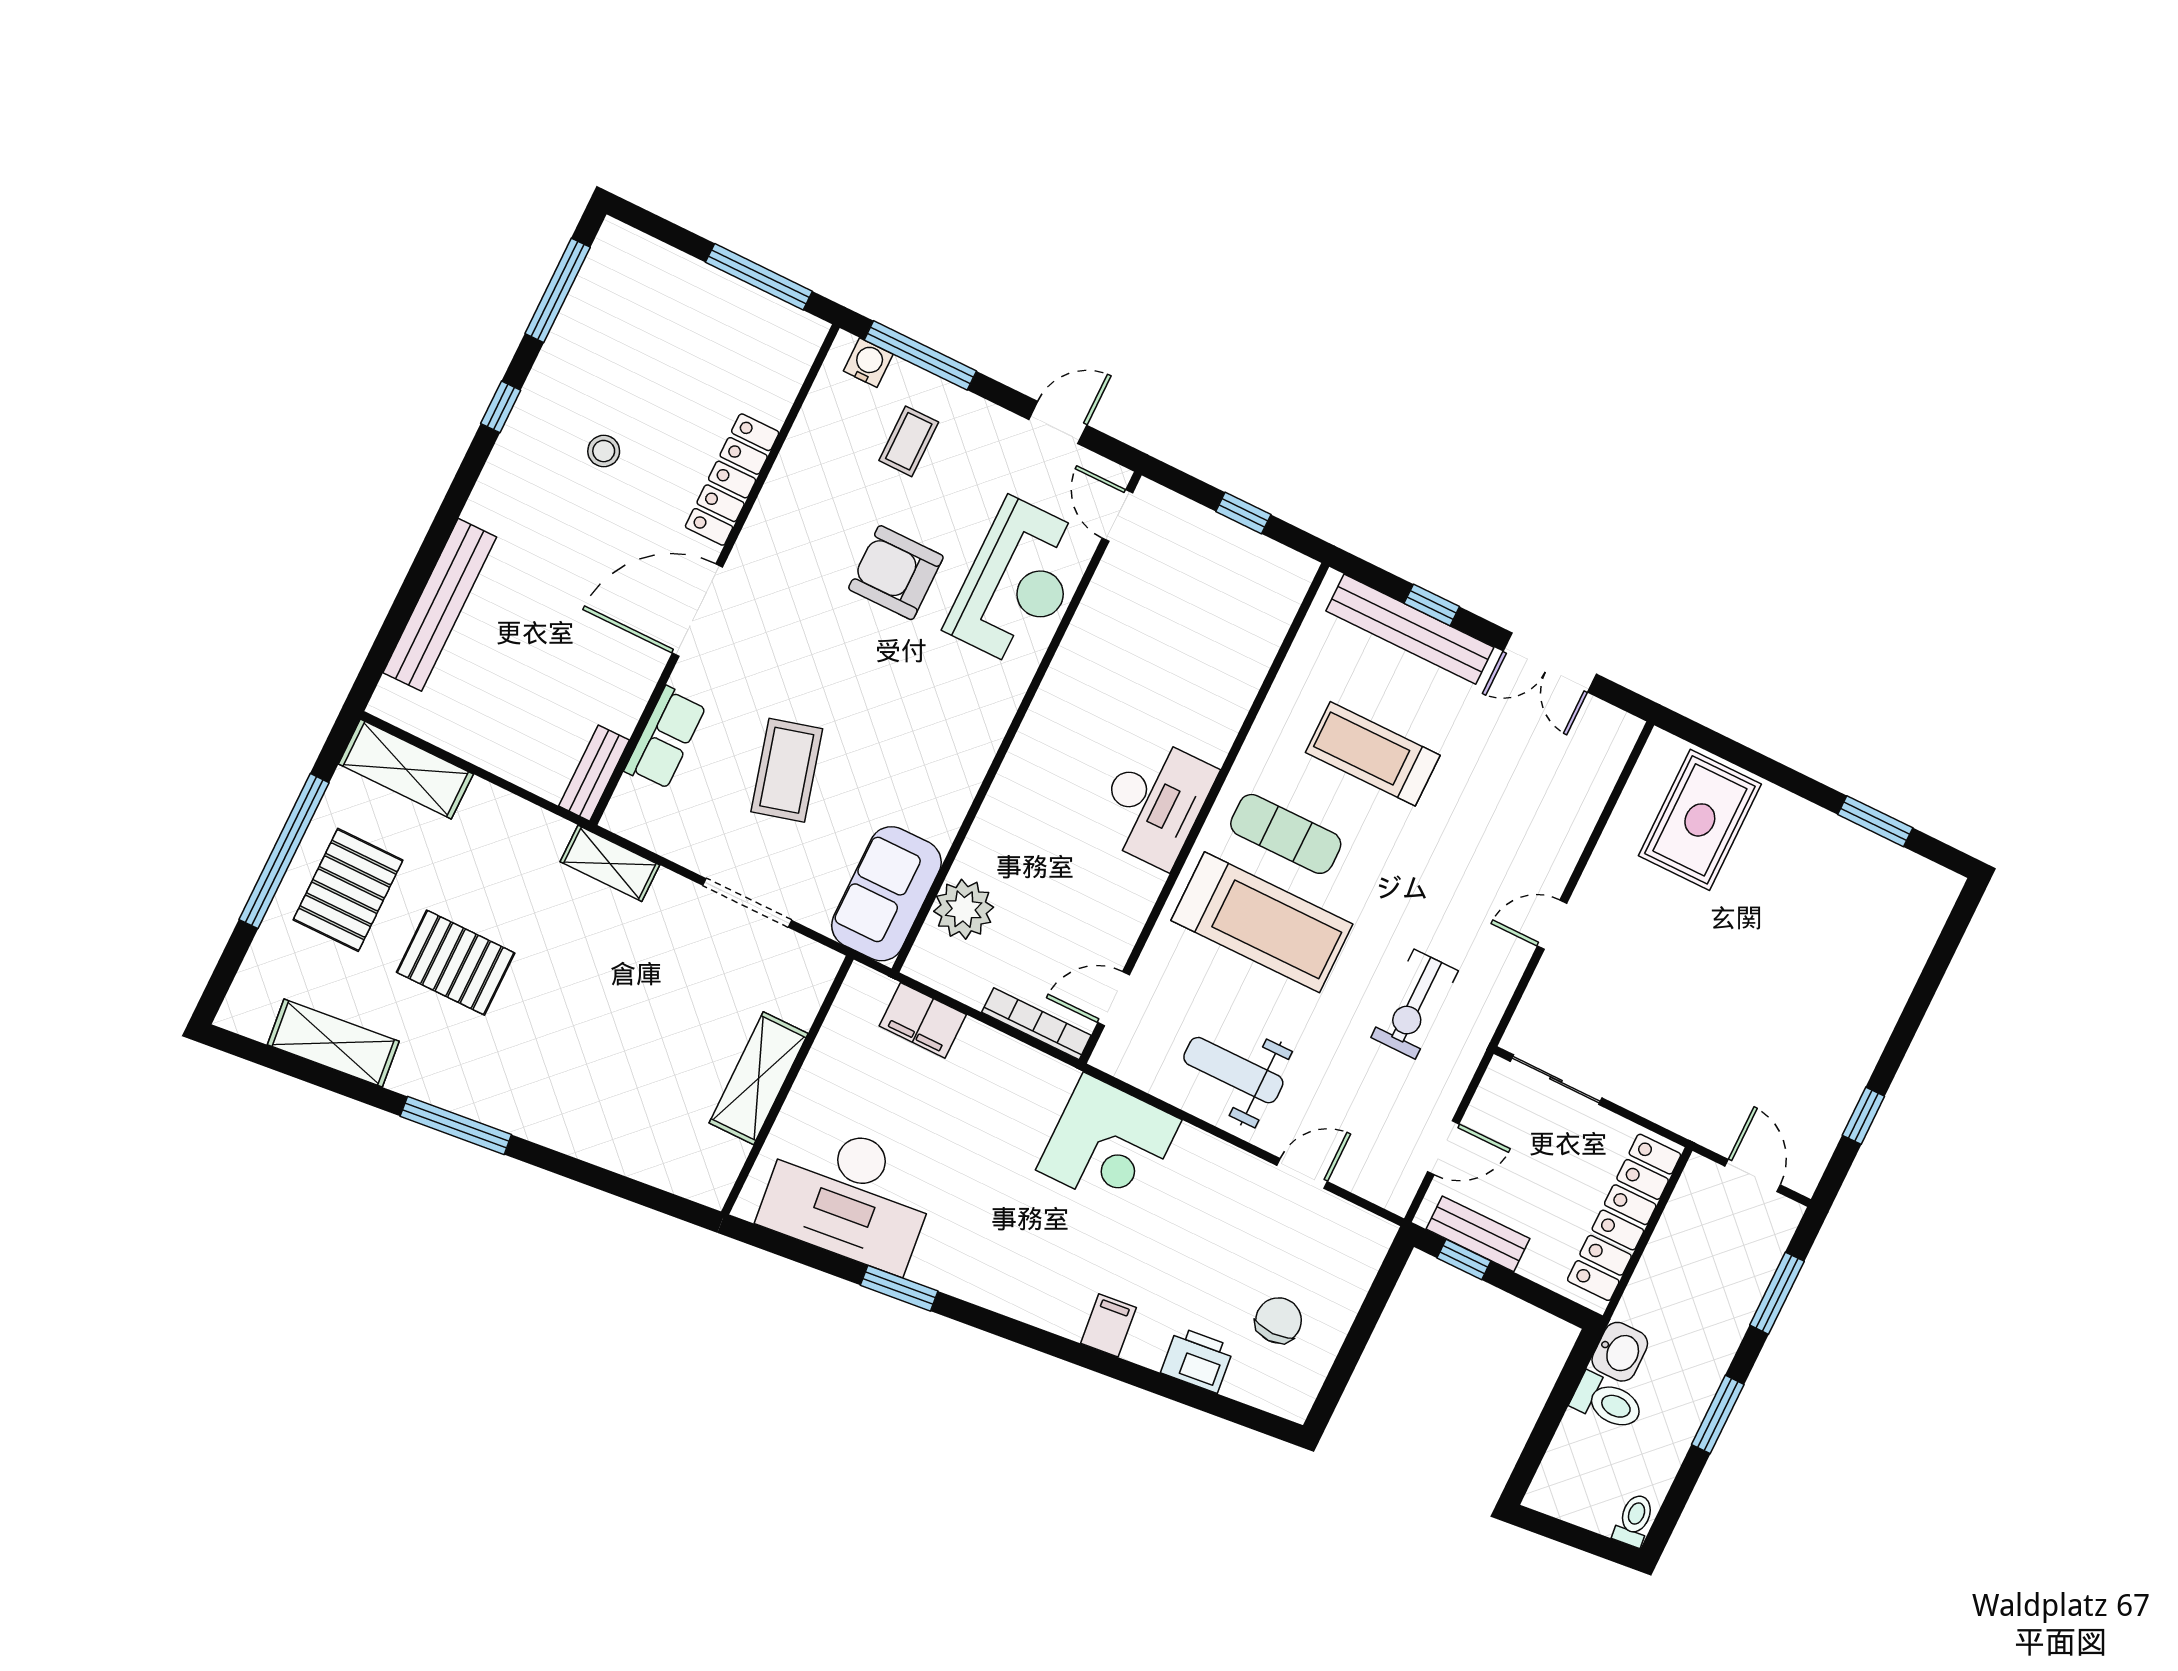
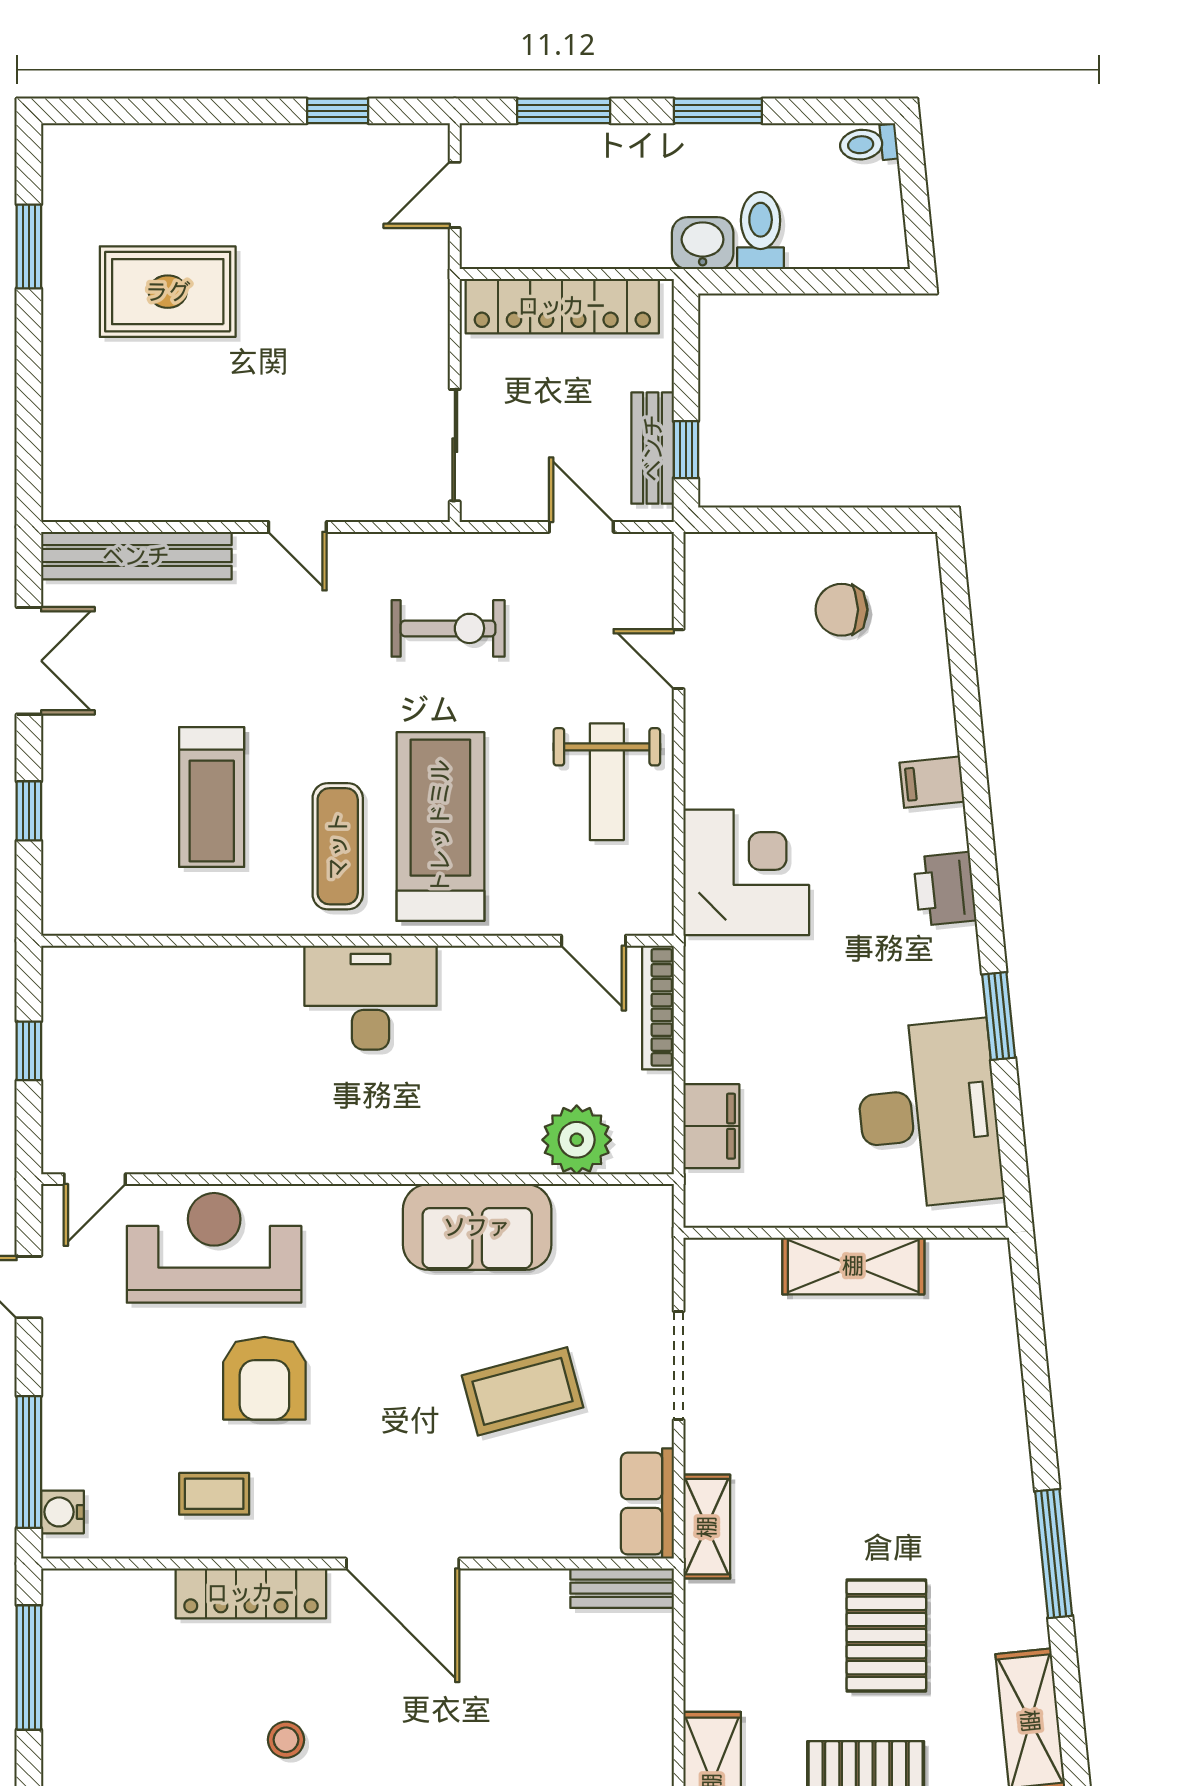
coffee table: (909, 441) -> (214, 1494), moved
bench: (1410, 629) -> (136, 556), moved, turned 90
row of seats: (665, 738) -> (647, 1504), moved, turned -90
rug: (1700, 820) -> (168, 292), moved
sofa: (886, 894) -> (477, 1227), moved
printer: (1197, 1360) -> (945, 889), moved

